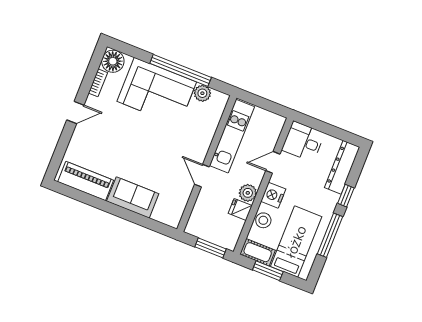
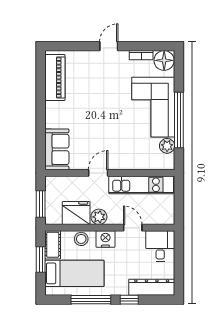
door: (75, 112) -> (109, 46), swing flipped
sofa: (133, 197) -> (57, 149), moved
fridge: (240, 209) -> (76, 213), width x1.88, depth x1.34

